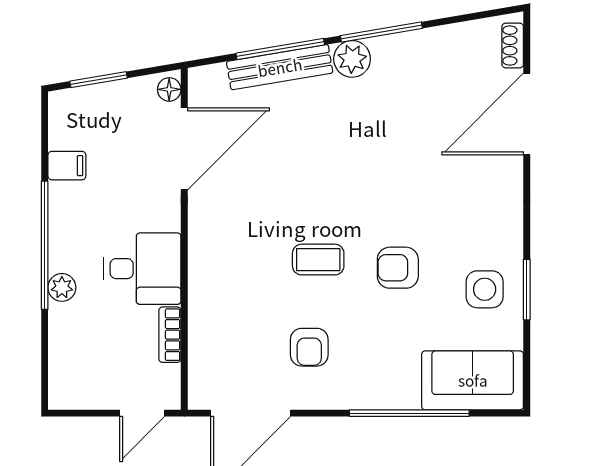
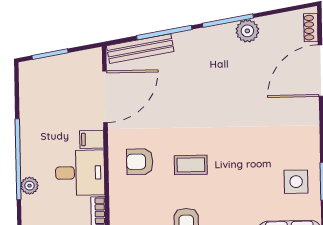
plant: (352, 59) -> (247, 31), moved
bench: (280, 67) -> (140, 49), moved
floor lamp: (169, 89) -> (95, 59), removed
filing cabinet: (67, 166) -> (92, 139), moved, turned 180
armchair: (398, 268) -> (140, 162), moved

